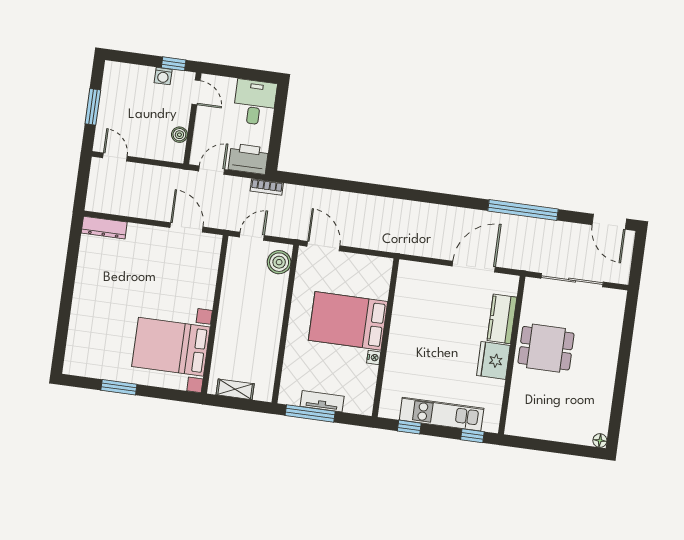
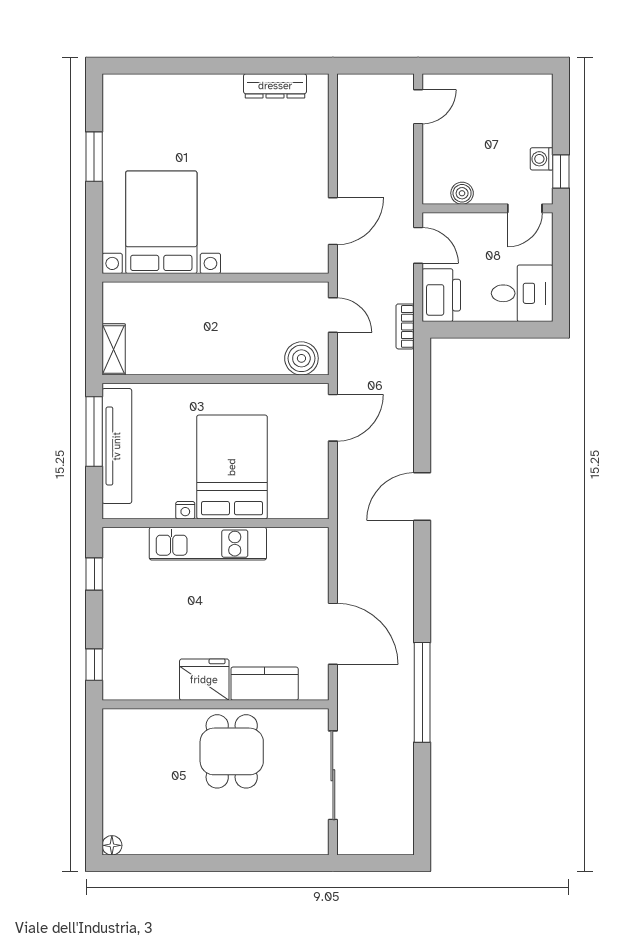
window: (93, 107) -> (484, 66), removed
door: (609, 222) -> (422, 496), moved
dresser: (104, 228) -> (275, 86), moved, turned -90
shelving: (235, 389) -> (114, 349), moved
tv unit: (322, 401) -> (117, 446), width x1.92, depth x1.29
kitchen unit: (442, 414) -> (208, 544), moved, turned 90

